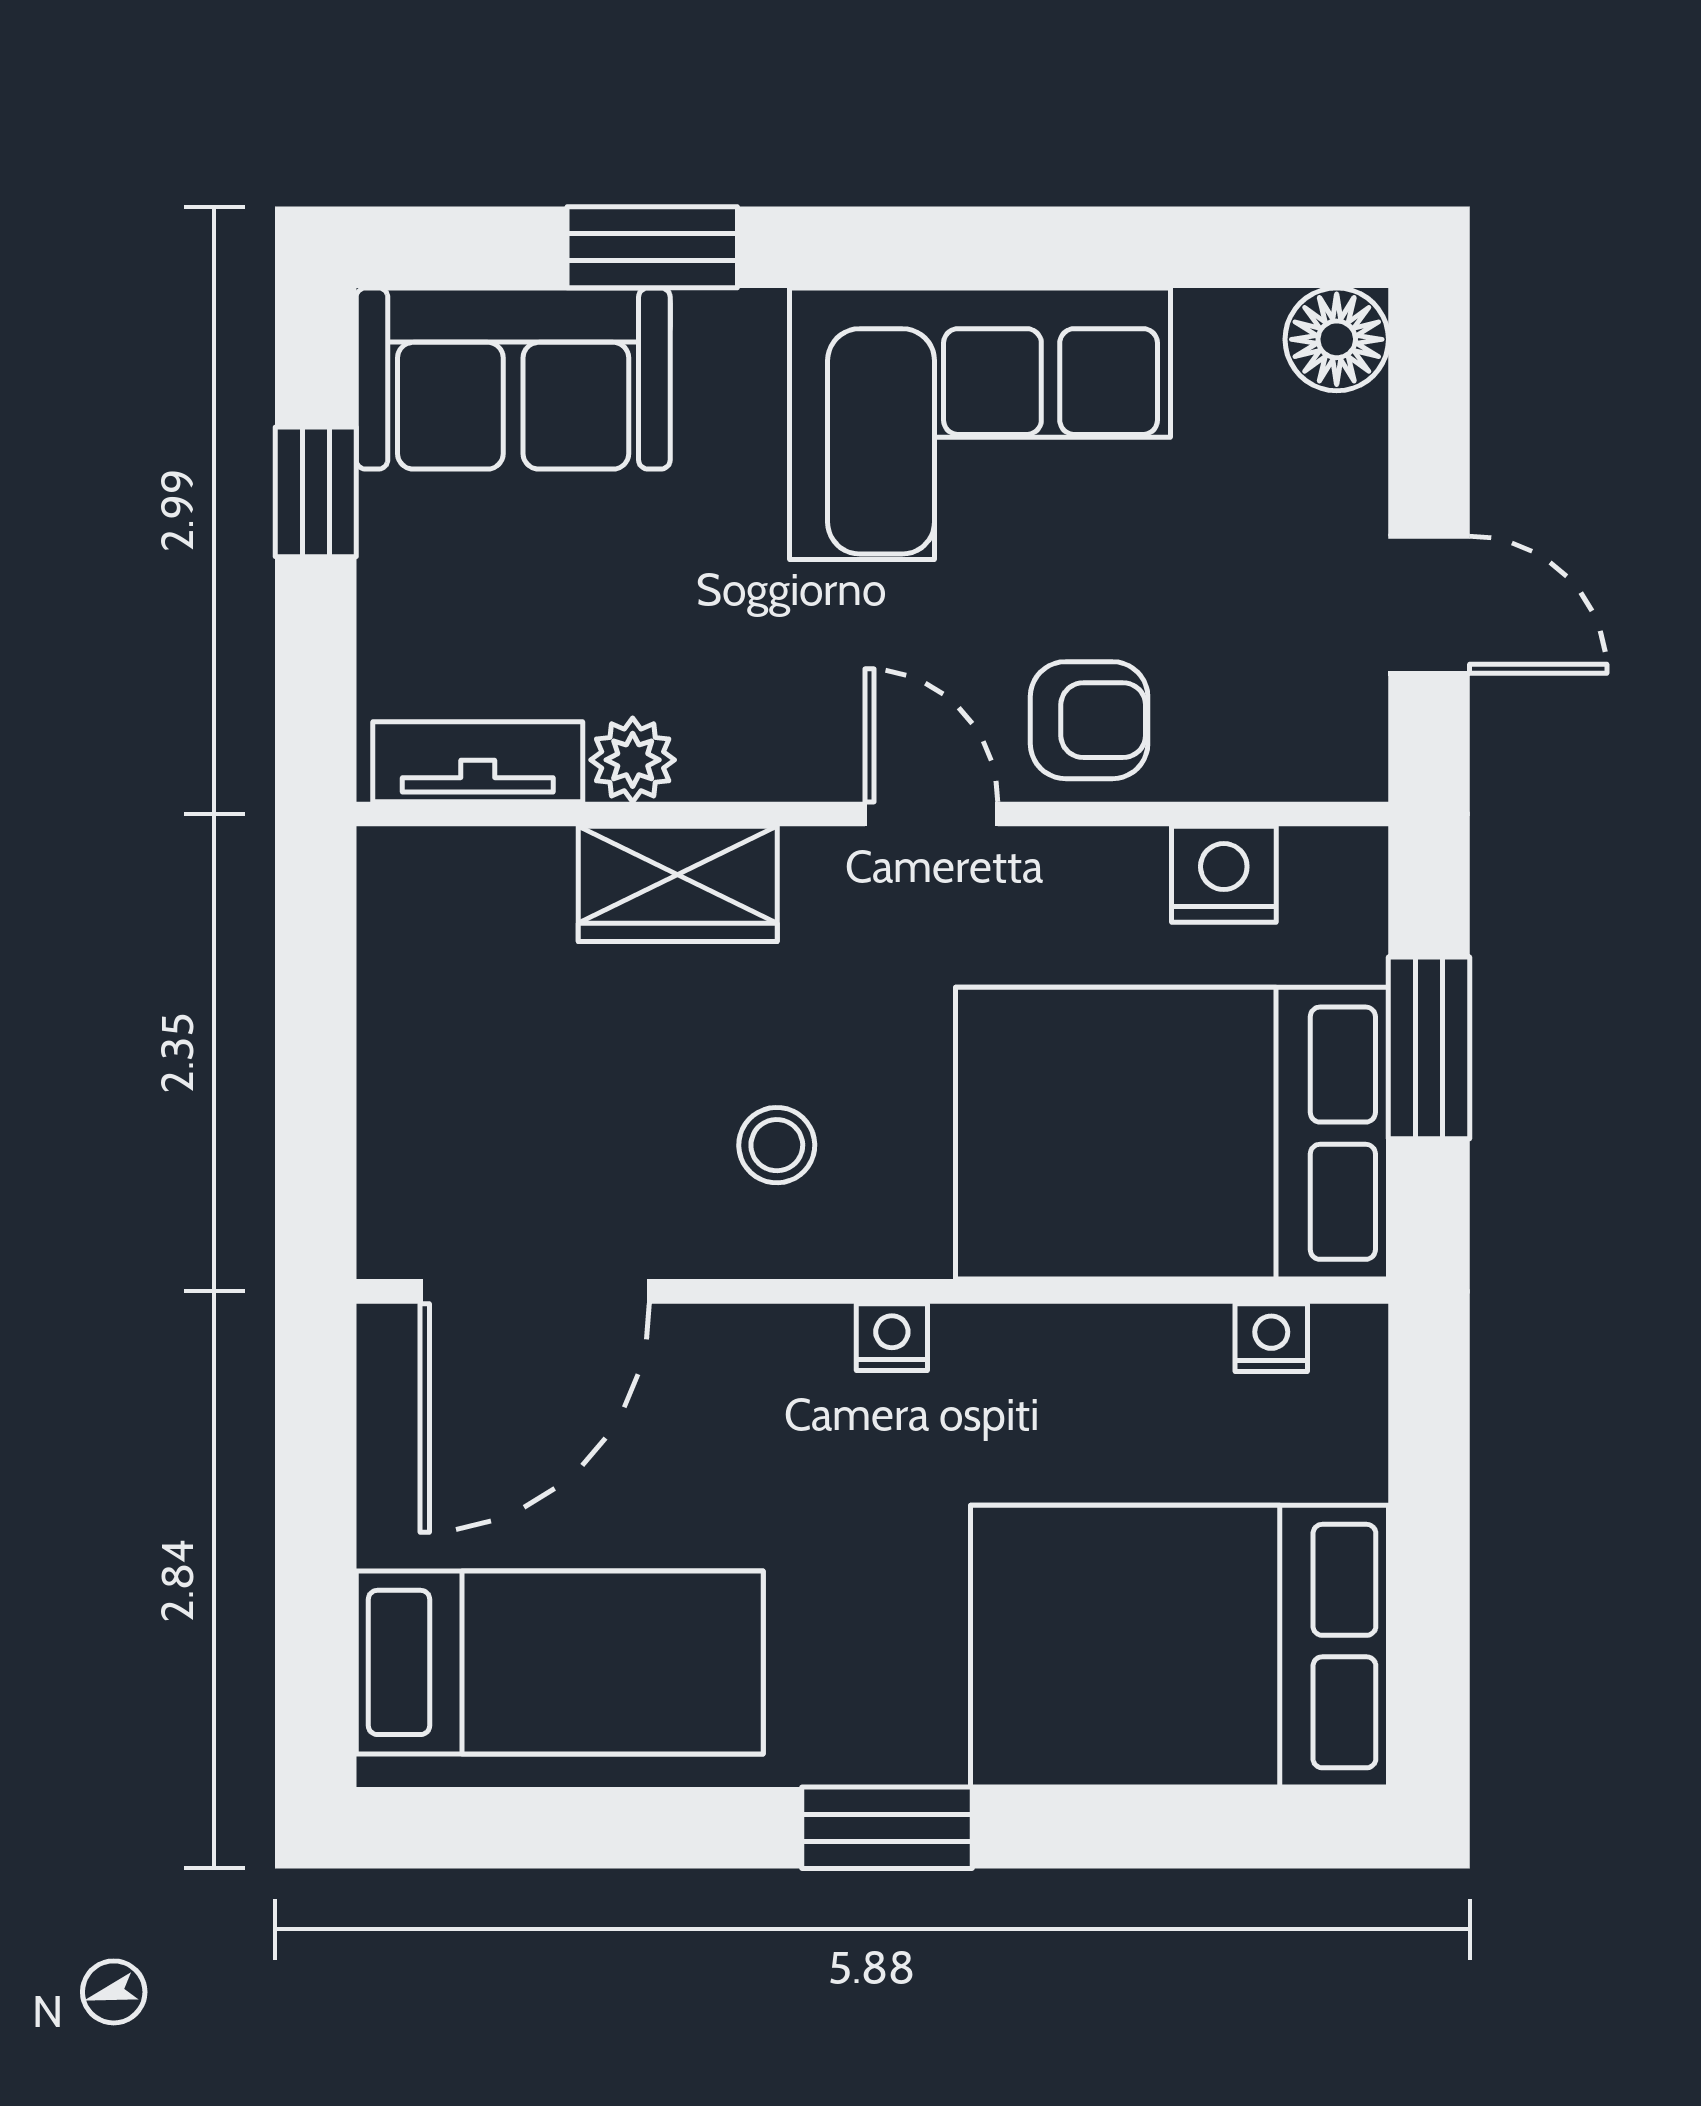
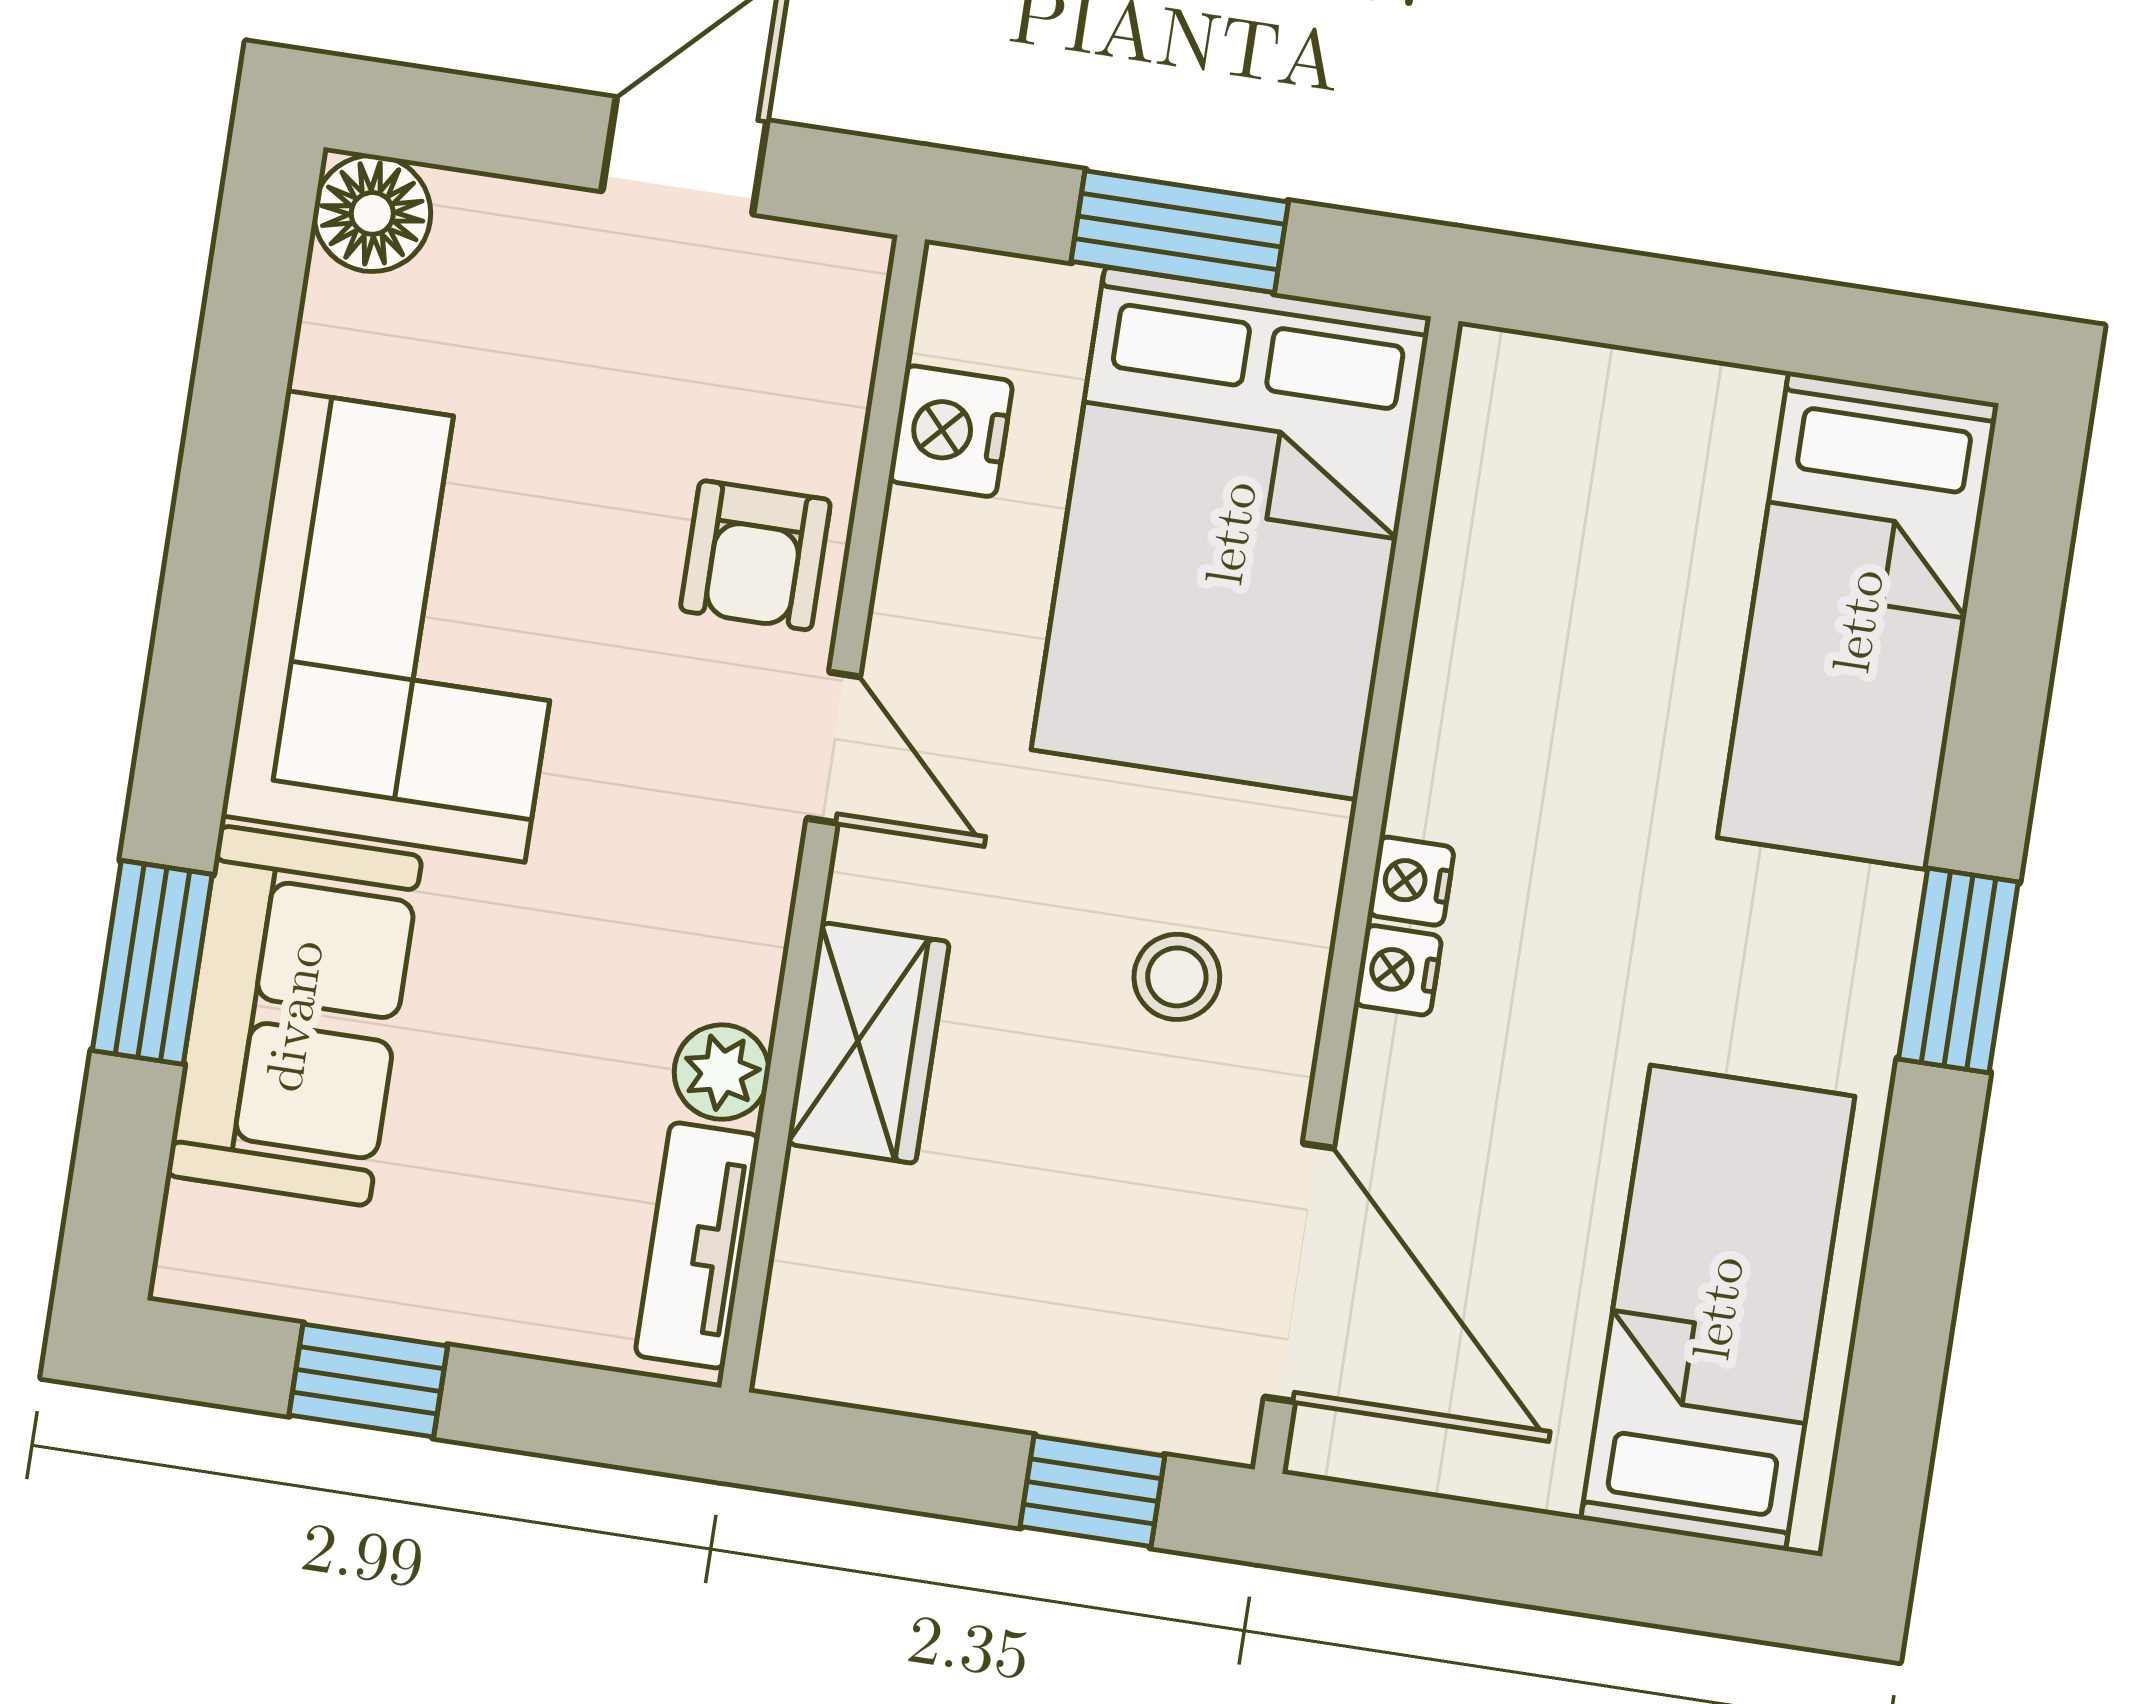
sofa: (513, 379) -> (294, 1016), moved
armchair: (1089, 720) -> (755, 555), turned 180
door: (931, 814) -> (833, 748), swing flipped
window: (316, 1140) -> (1092, 1491), added
nightstand: (1271, 1338) -> (1398, 970), moved
bed: (1179, 1646) -> (1858, 621), width x0.67

